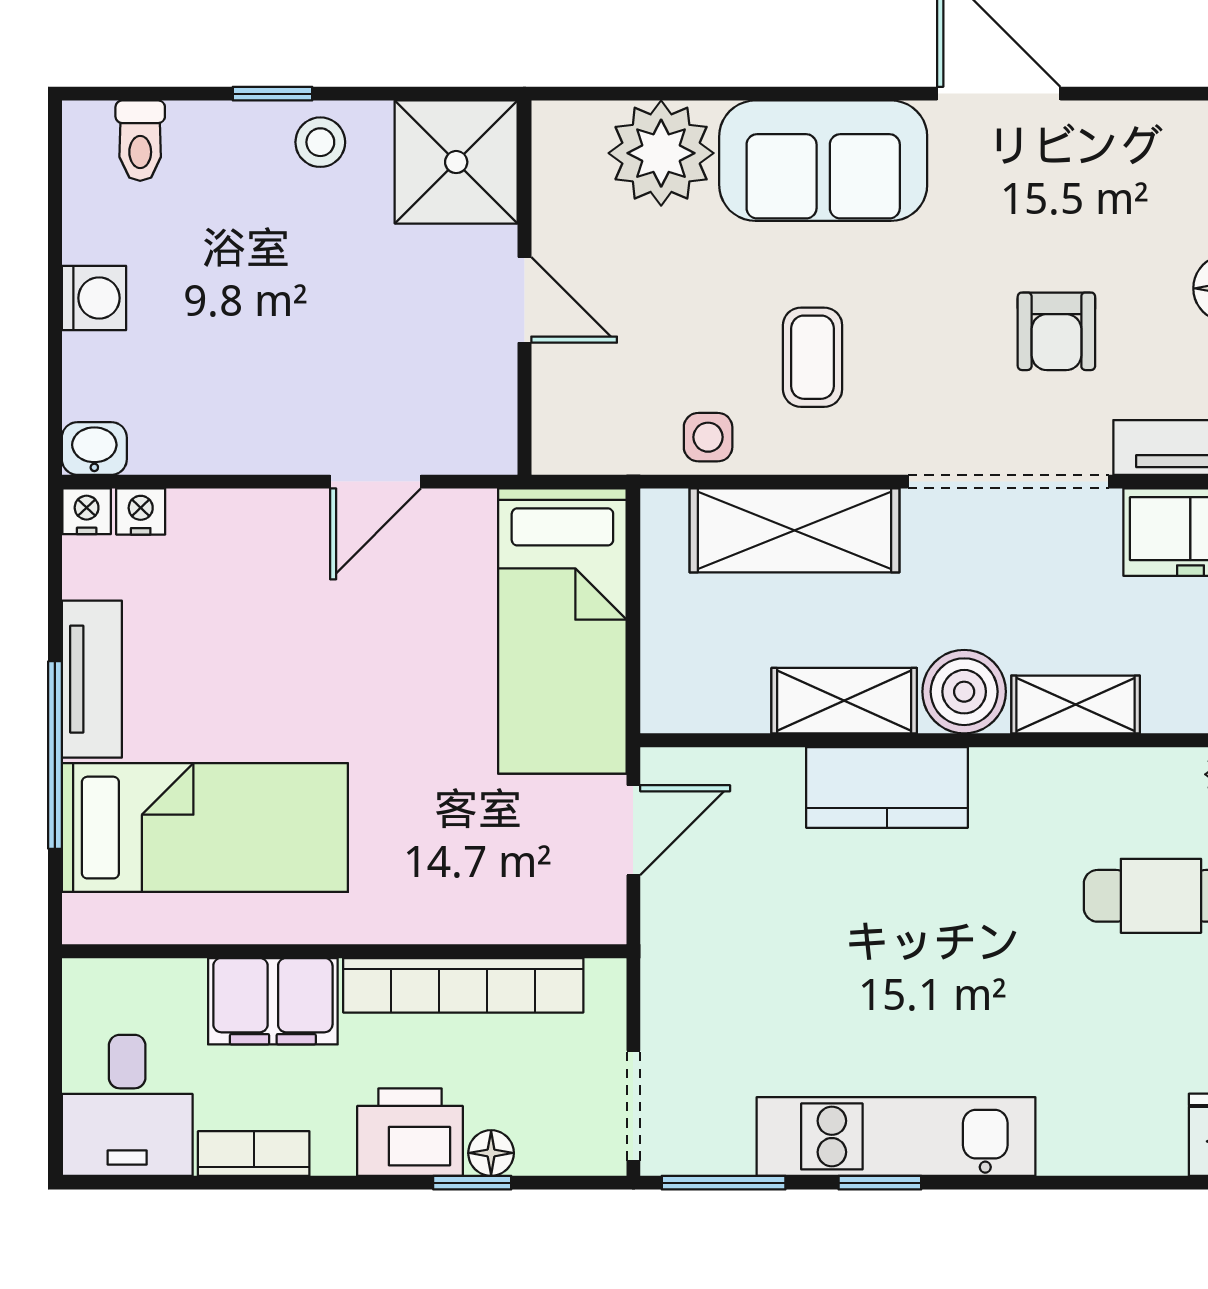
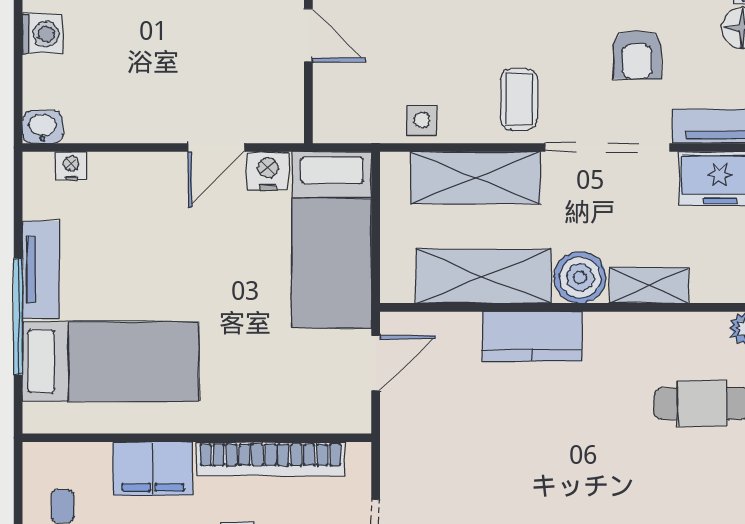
coffee table: (813, 357) -> (519, 99), moved
nightstand: (87, 511) -> (268, 171), moved, width x1.39, depth x1.35
shelving: (844, 701) -> (483, 276), width x1.50, depth x1.33

